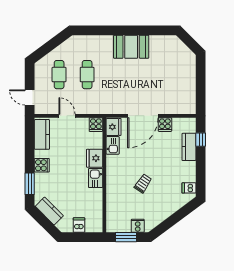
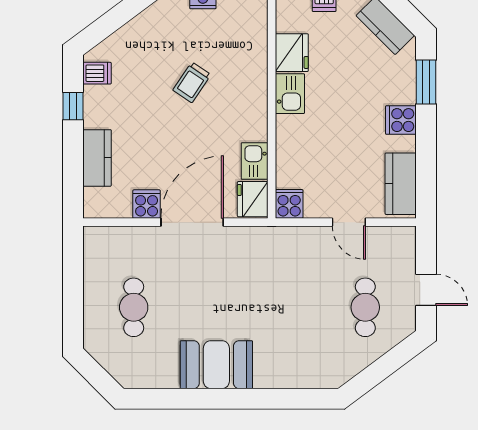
cafe table: (87, 75) -> (134, 307), moved
door: (30, 98) -> (426, 290), moved
window: (201, 140) -> (73, 106), moved
fridge: (95, 158) -> (292, 53), moved

